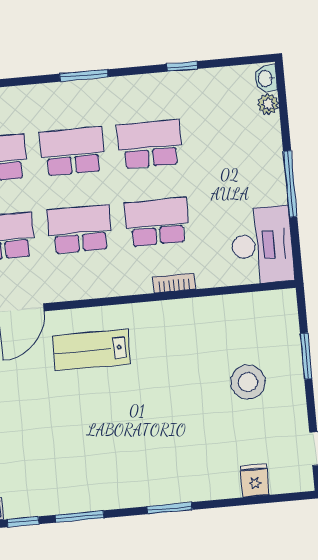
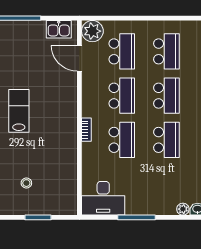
bookcase: (174, 283) -> (86, 130), moved
lab bench: (91, 350) -> (19, 111), moved
stool: (248, 382) -> (26, 183), width x0.53, depth x0.53

